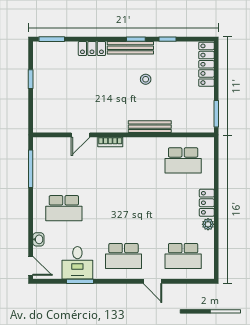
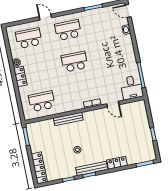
door: (80, 135) -> (113, 104), swing flipped
school desk: (64, 208) -> (75, 62), moved
desk: (77, 263) -> (132, 88), moved, turned 180

